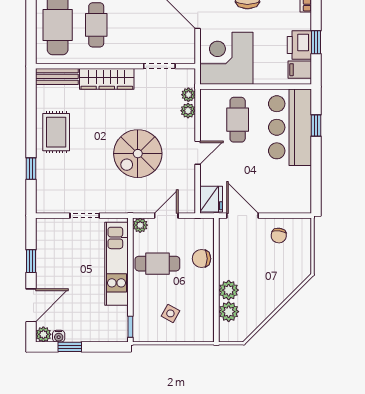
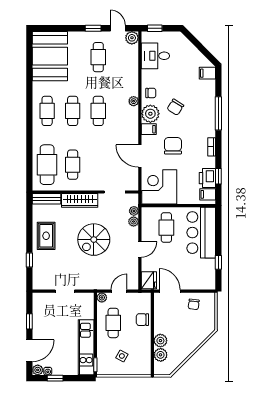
window: (316, 126) -> (218, 262), moved
spiral stairs: (138, 154) -> (94, 240), moved
kitchen unit: (117, 264) -> (86, 347), moved
cafe table: (157, 264) -> (113, 323), turned 90

